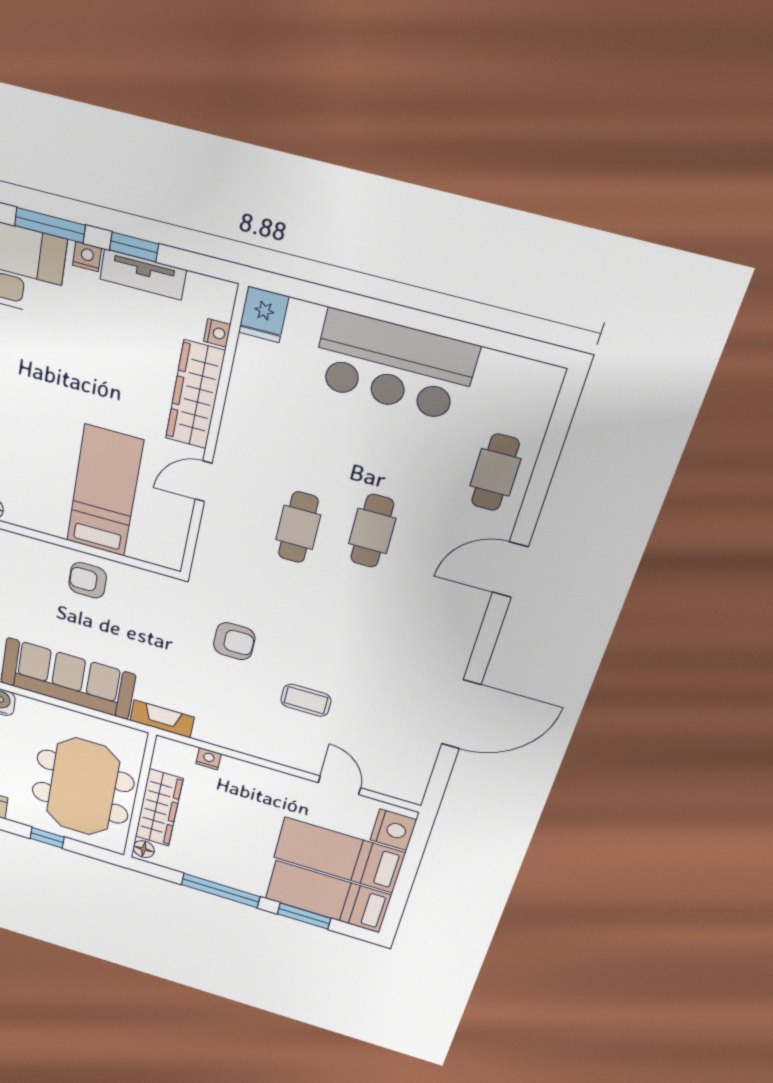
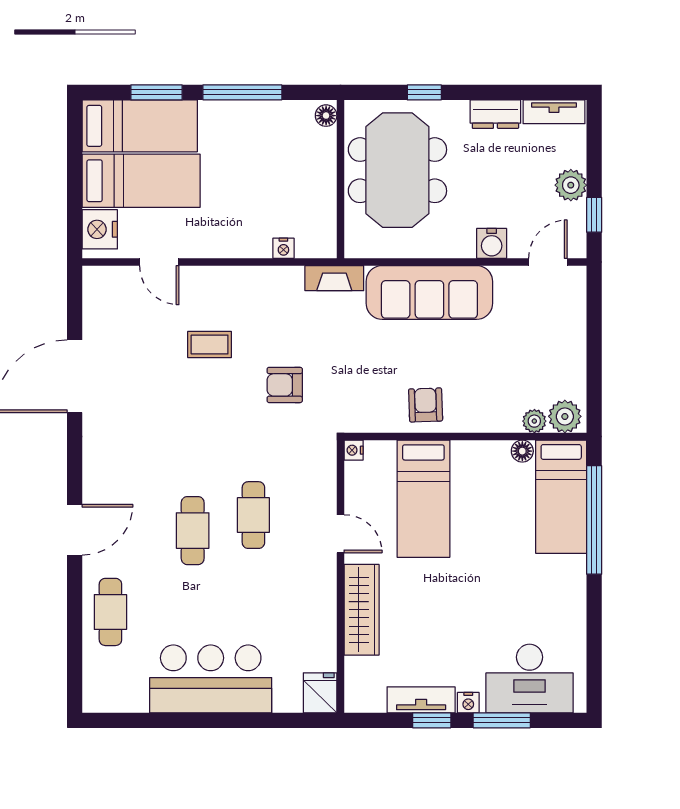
nightstand: (217, 333) -> (354, 450), moved
door: (204, 481) -> (340, 534), hinge flipped
armchair: (88, 580) -> (426, 405), turned -92
wardrobe: (159, 808) -> (320, 173), removed

